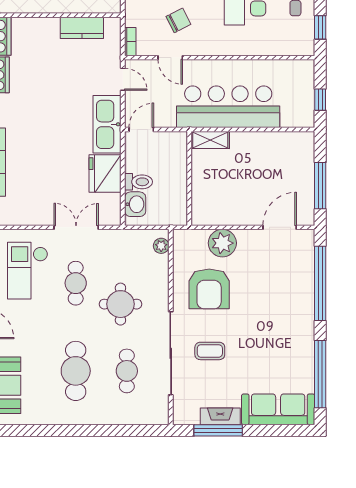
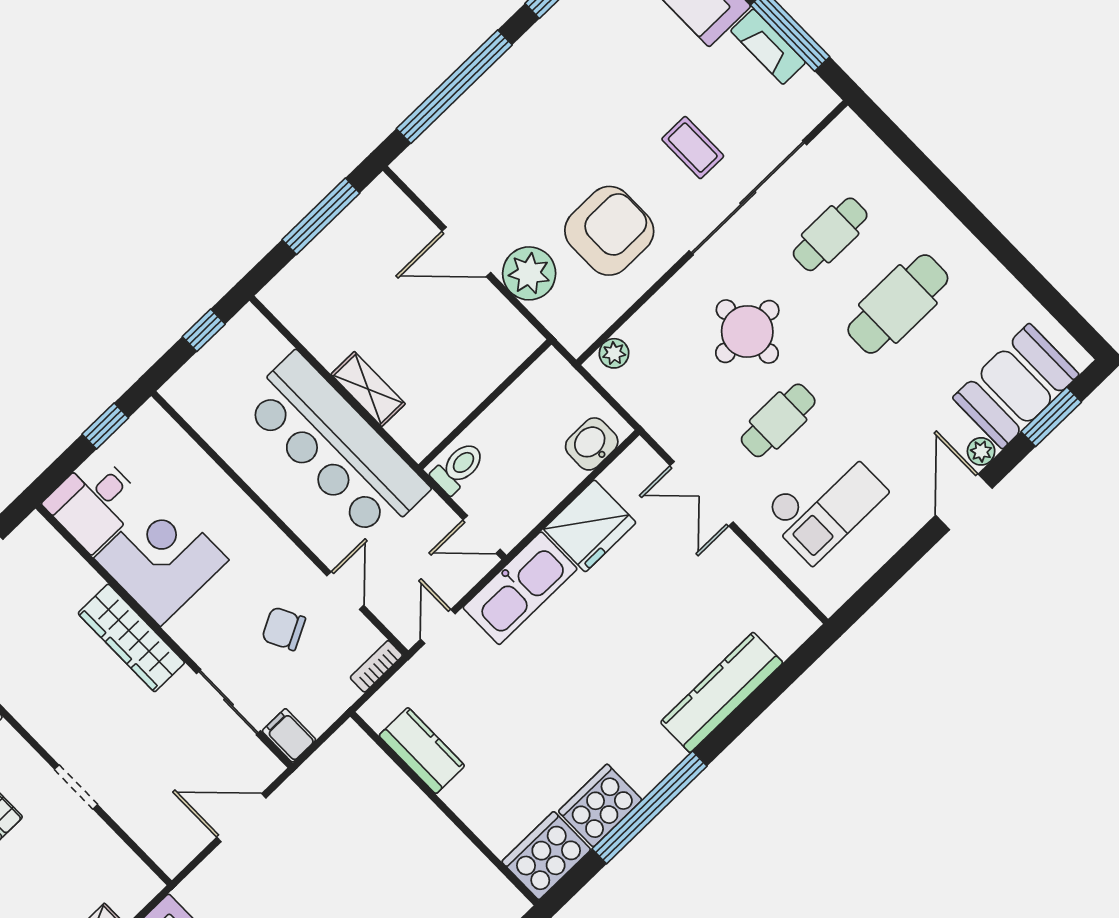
shelving: (210, 140) -> (368, 389), moved
toilet: (138, 182) -> (458, 468), moved, turned 90
door: (280, 227) -> (466, 252), moved

